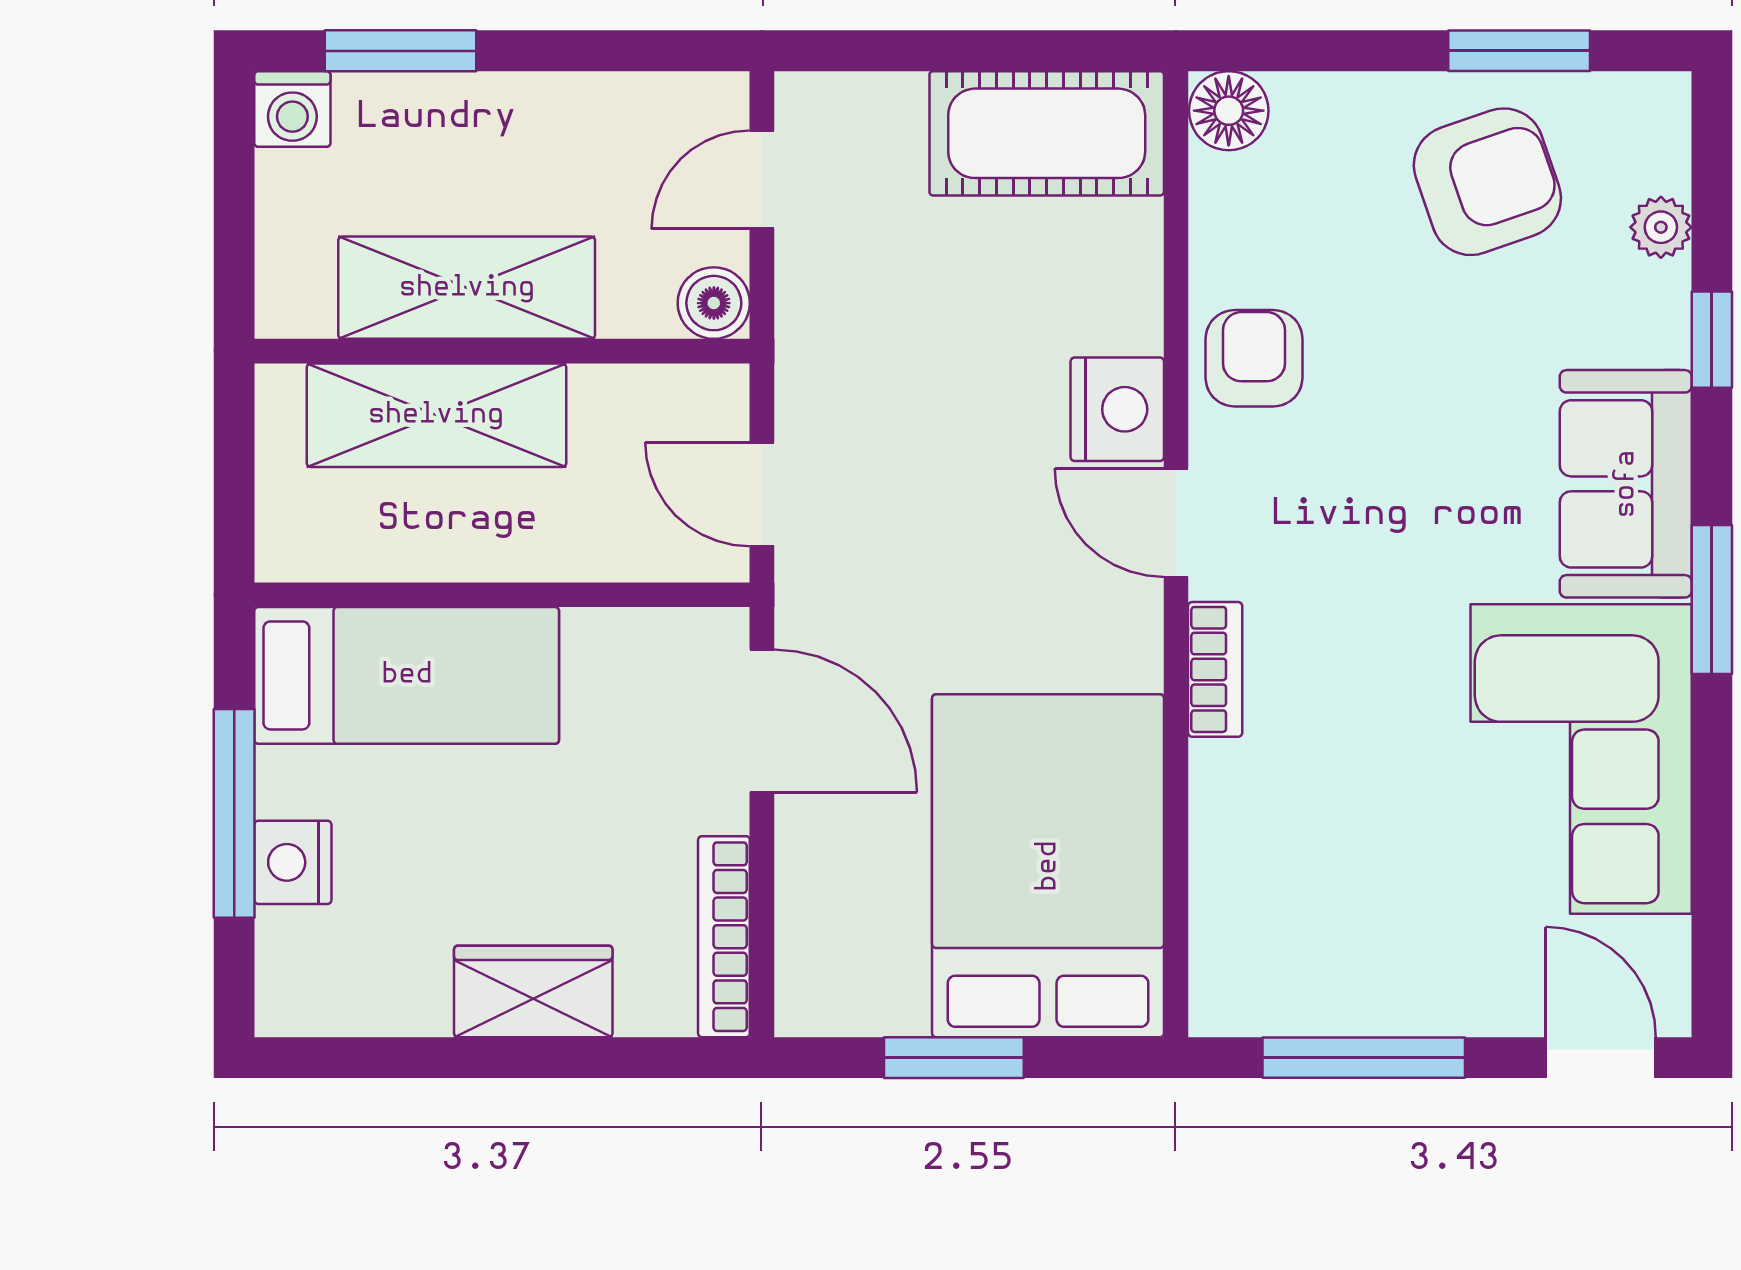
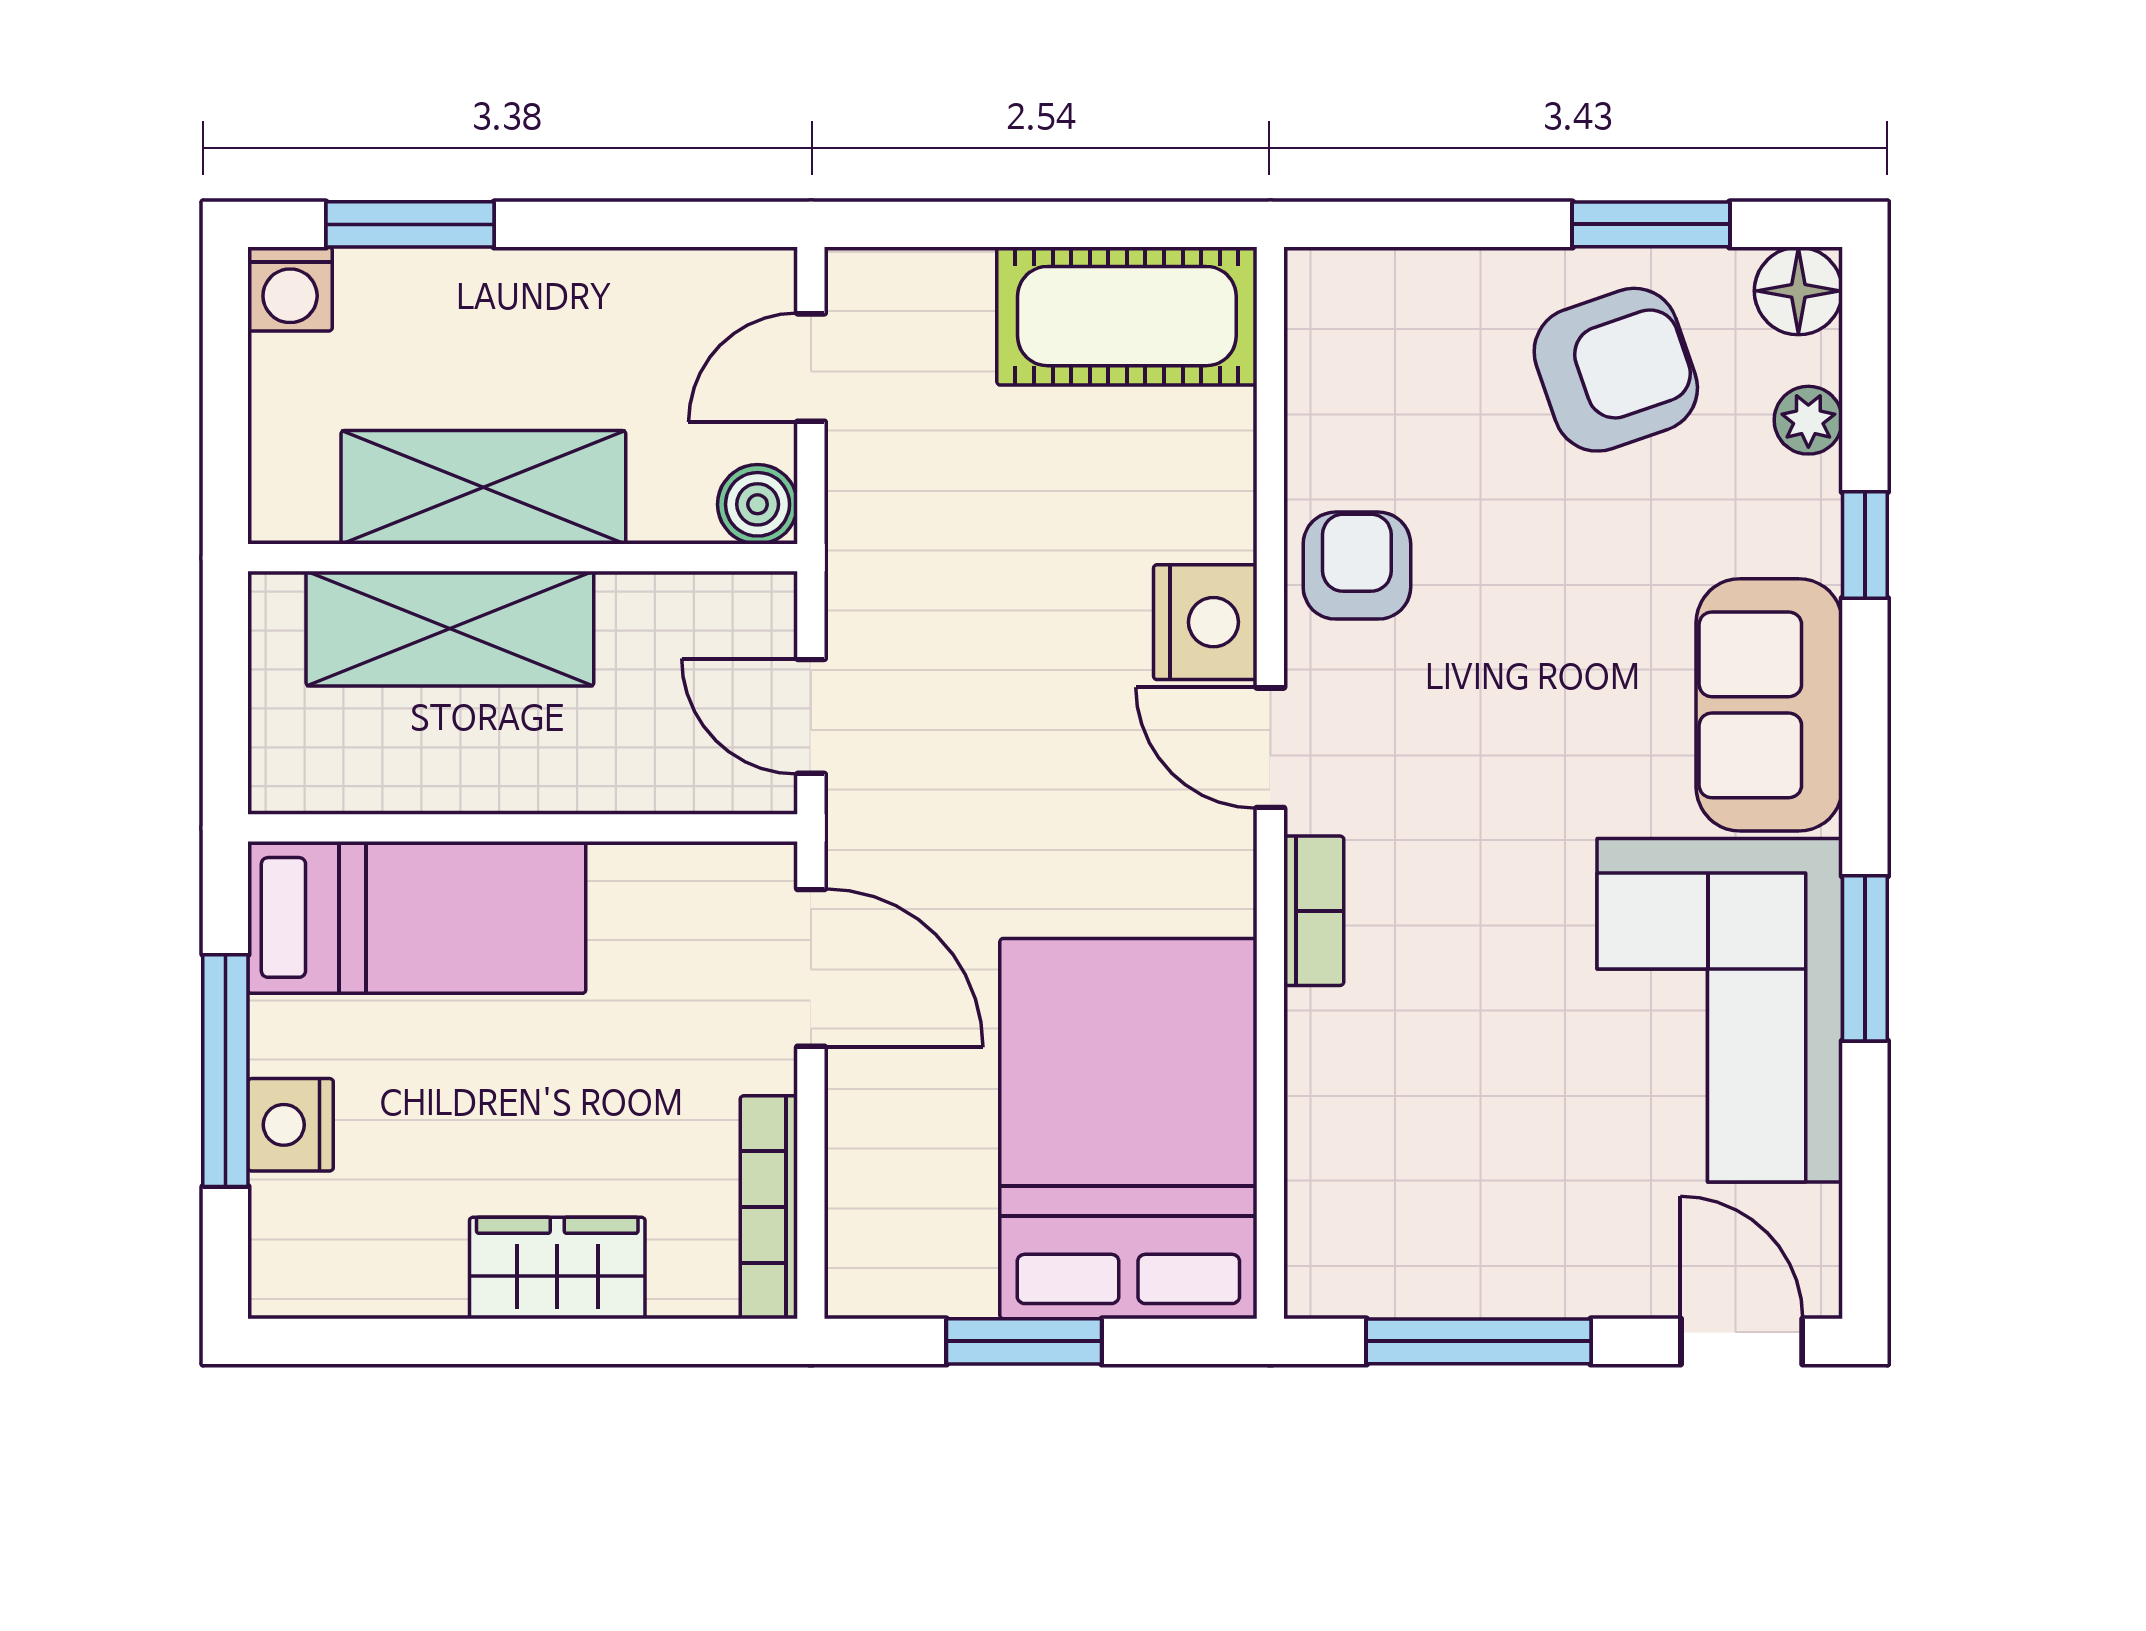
floor lamp: (1229, 111) -> (1798, 291), moved
window: (1712, 599) -> (1865, 958), moved

